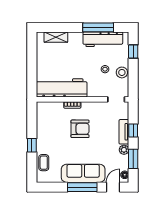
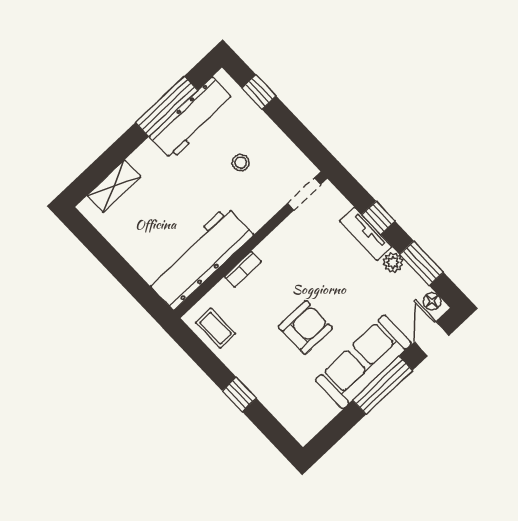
stool: (122, 72) -> (273, 142), removed
armchair: (80, 129) -> (305, 327), moved
coffee table: (44, 163) -> (216, 328), moved

